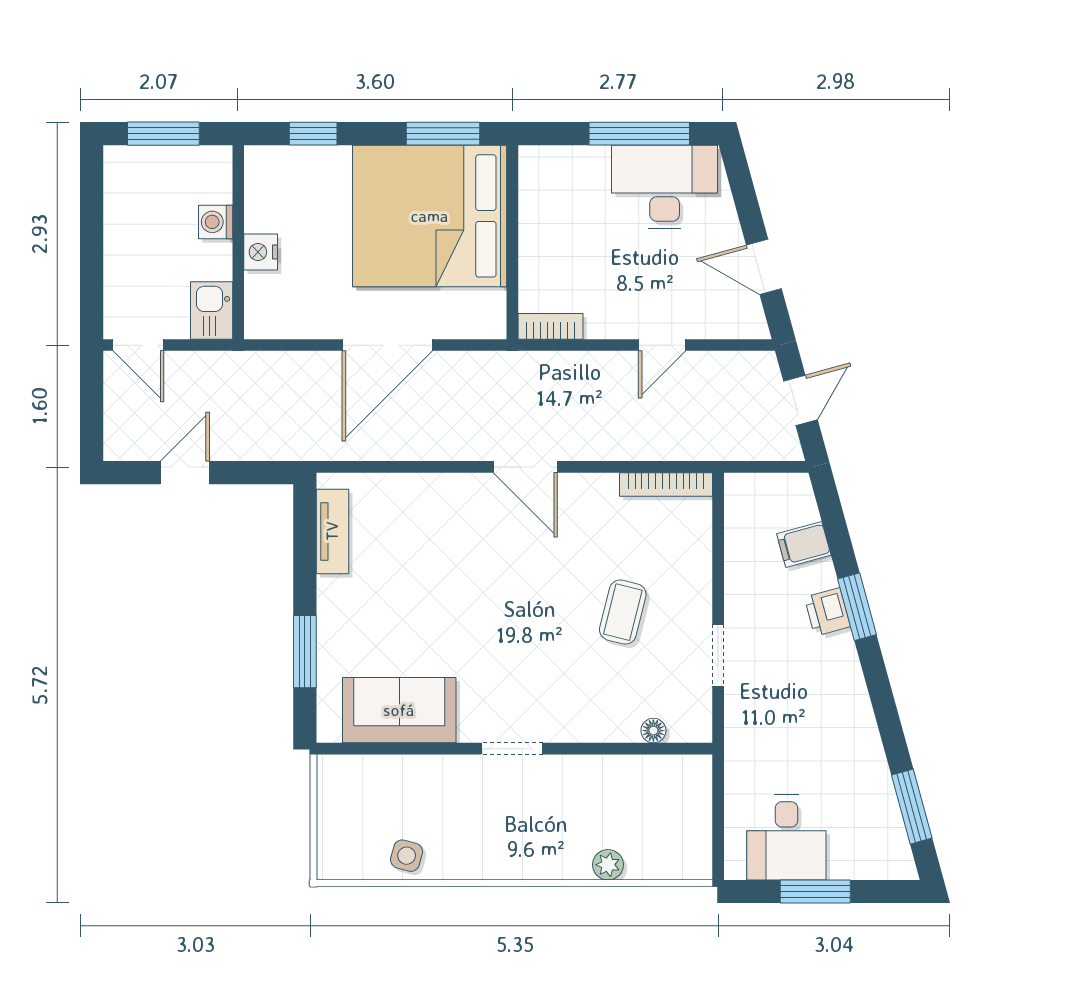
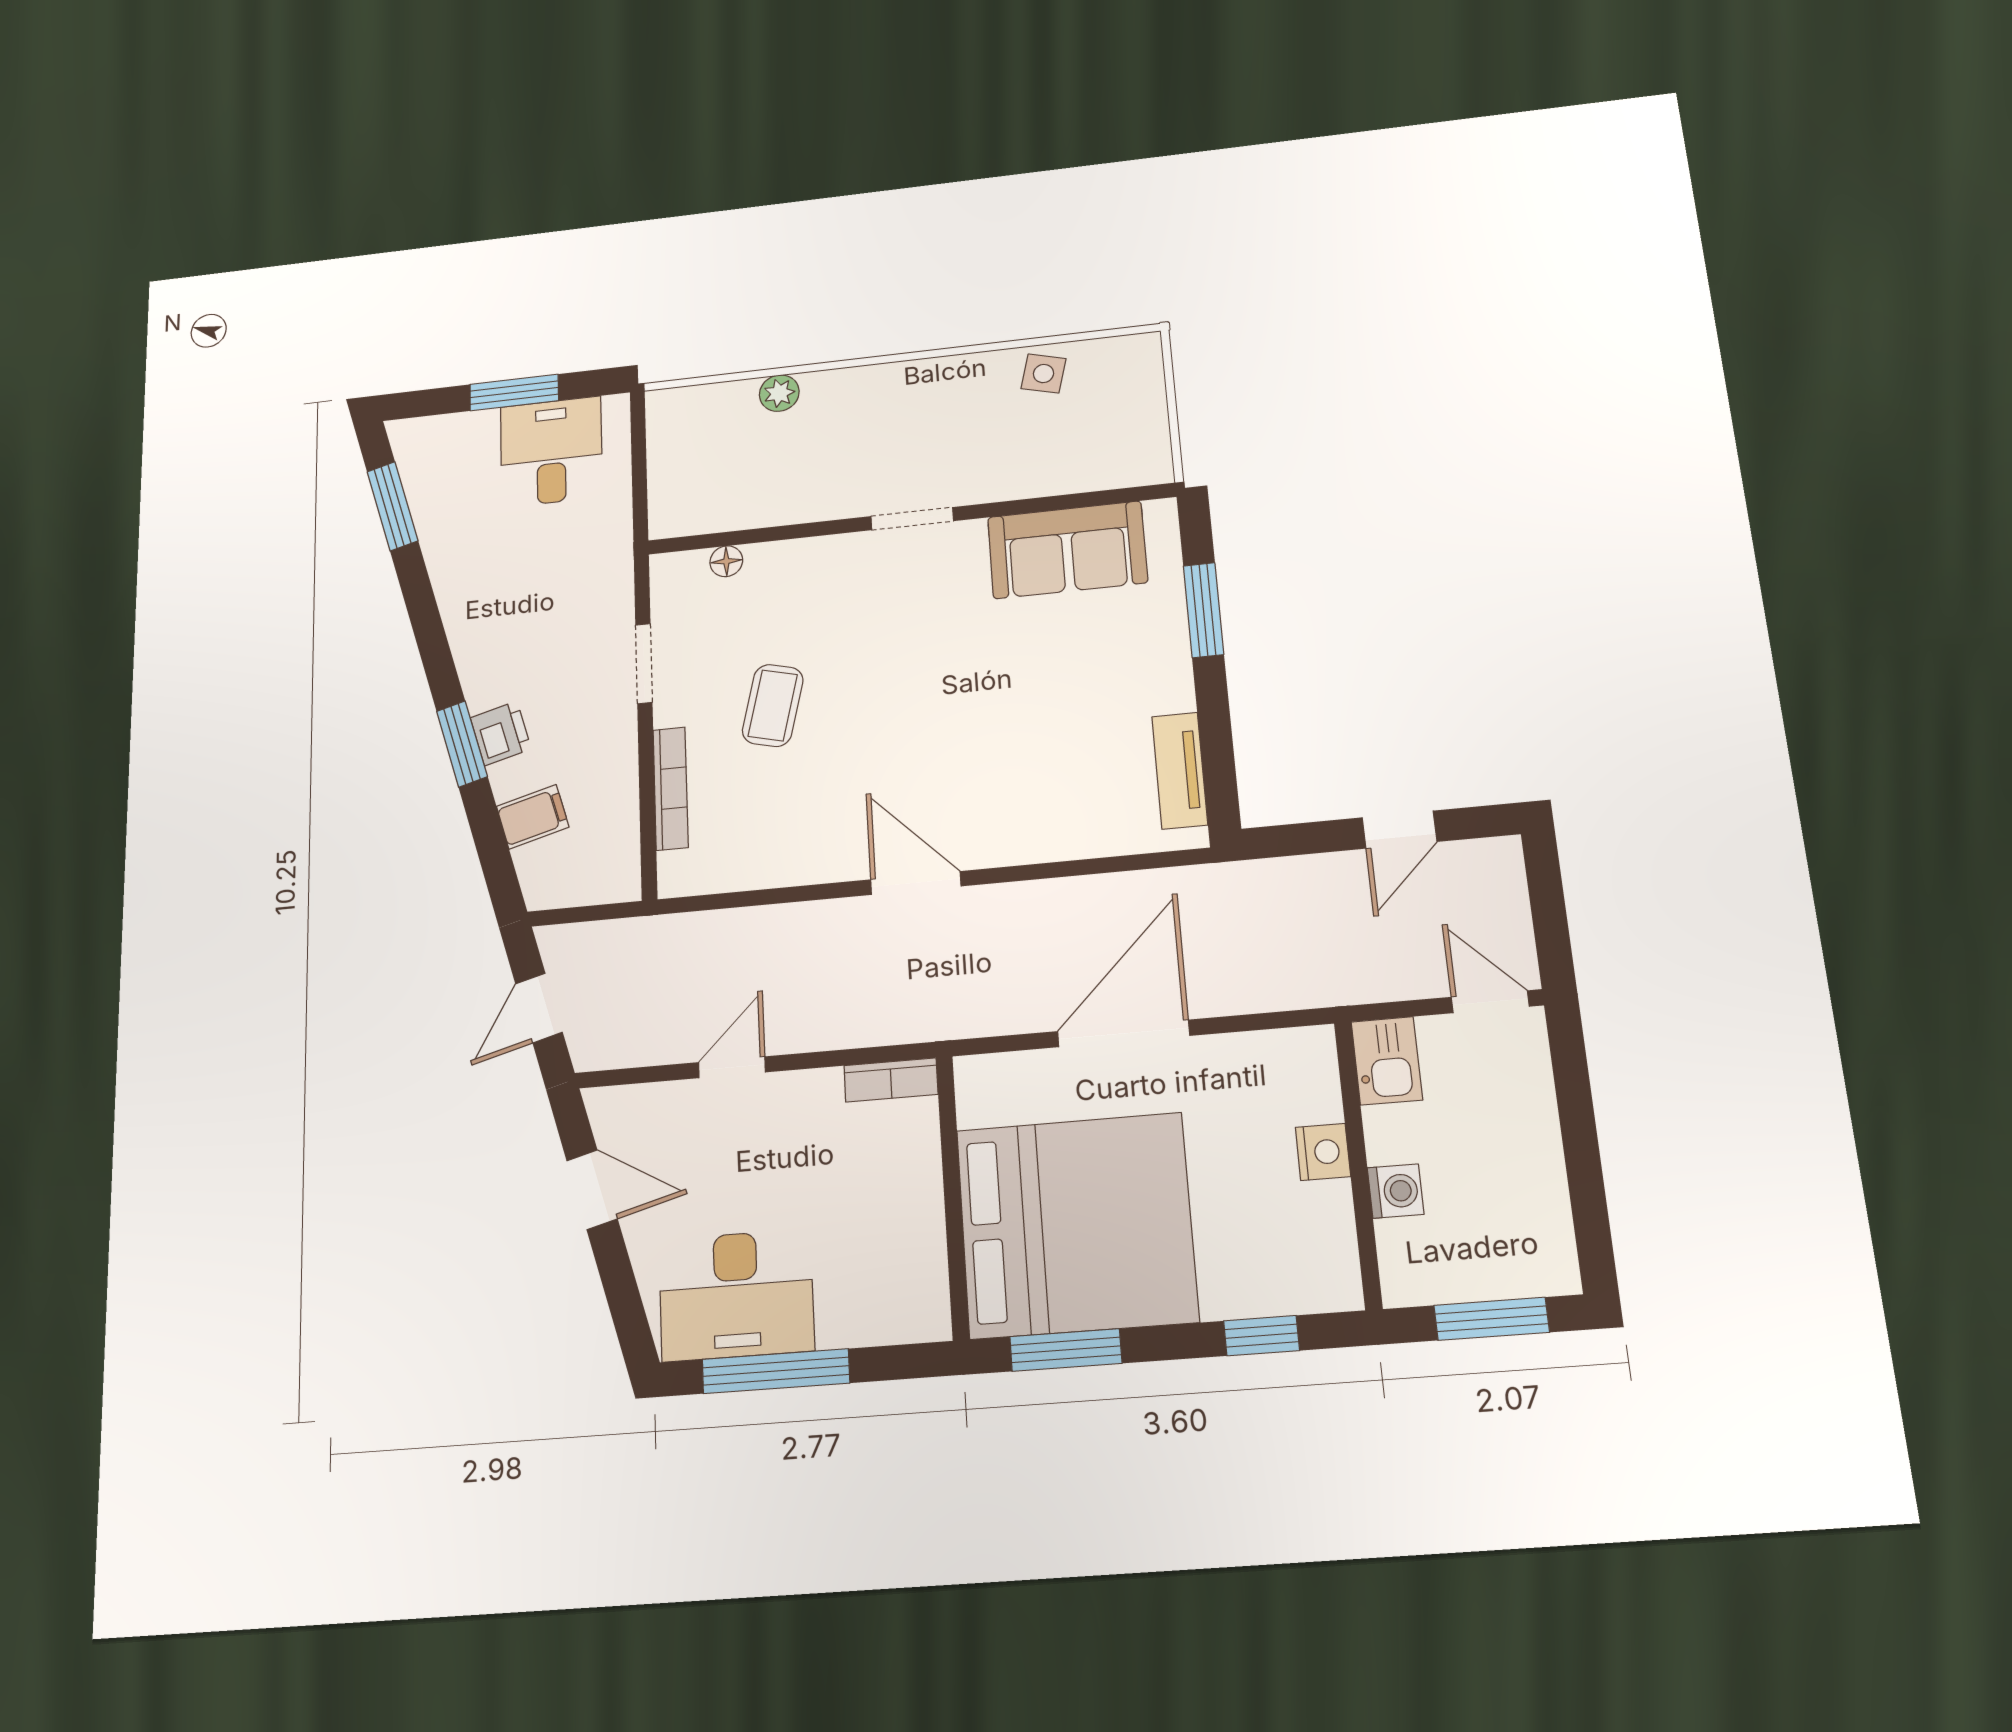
bookcase: (666, 484) -> (671, 788), moved, turned 90

